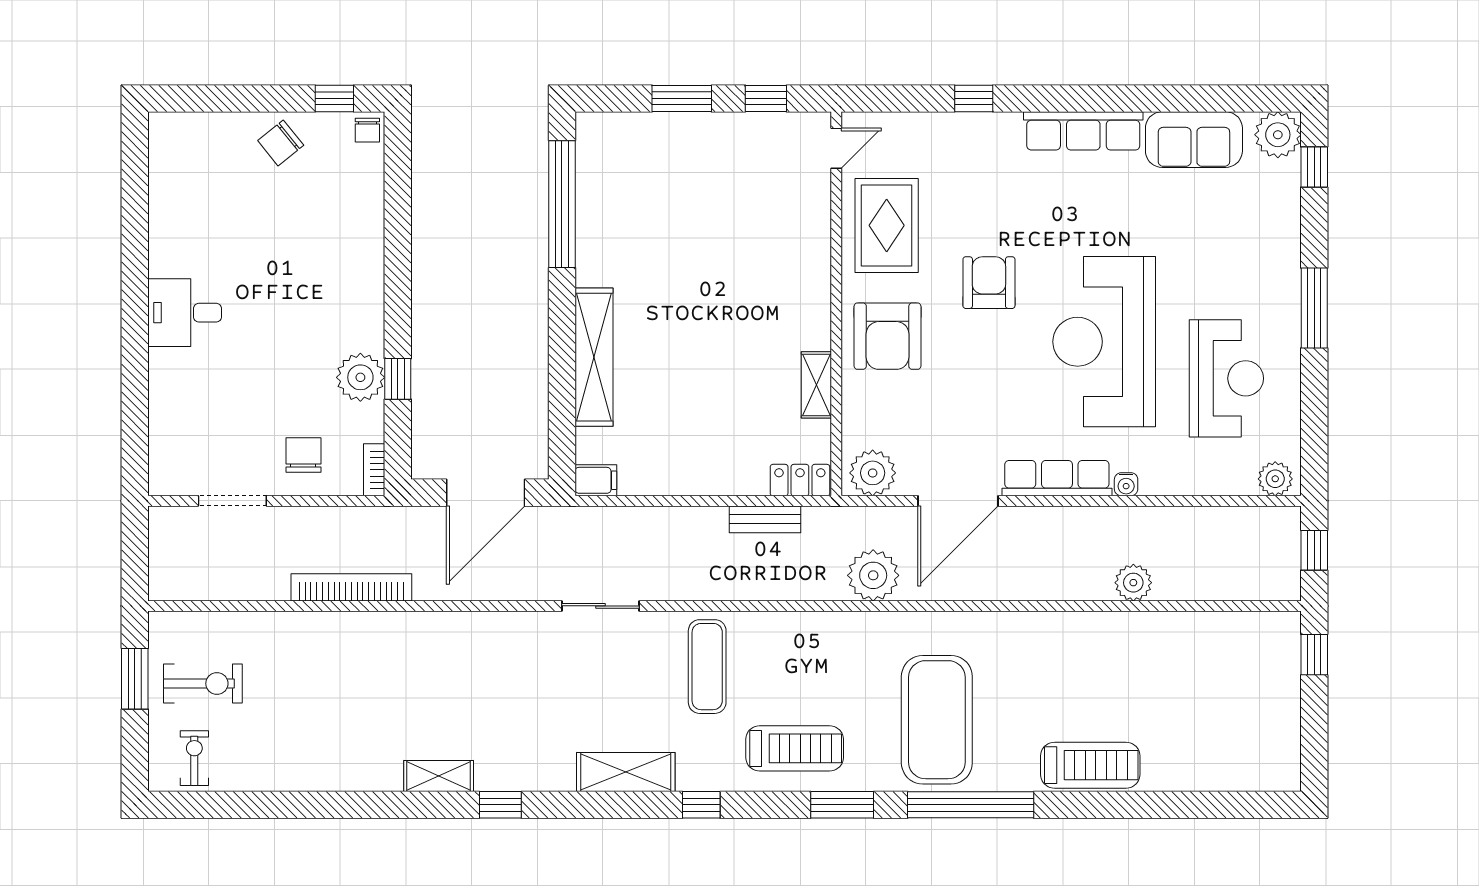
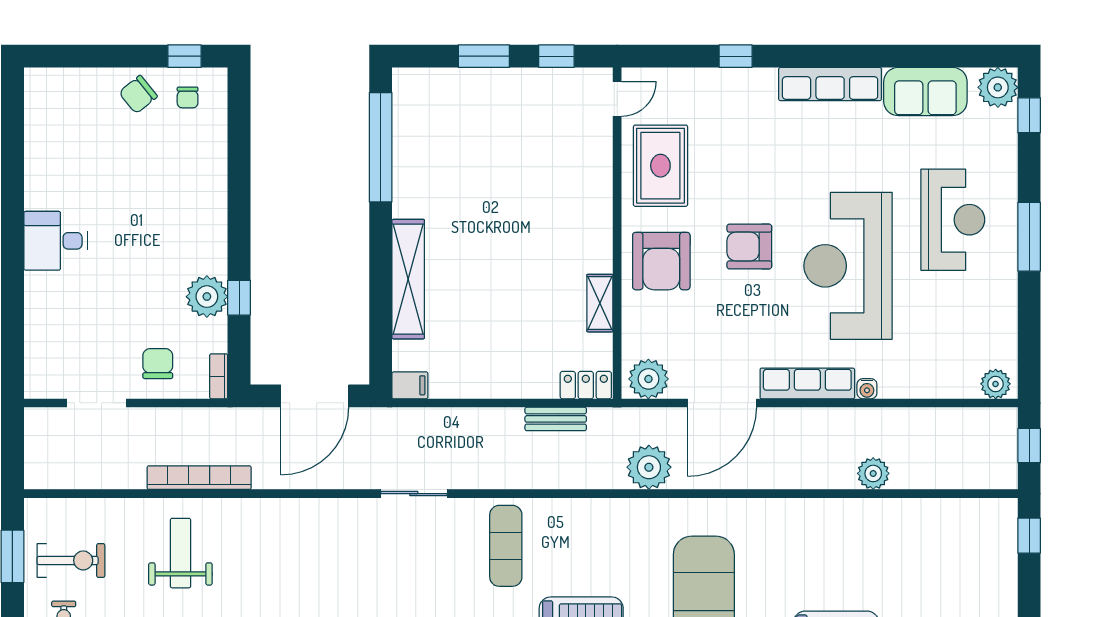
chair: (367, 130) -> (188, 97), moved
armchair: (989, 283) -> (749, 247), moved, turned -90
reception desk: (1226, 378) -> (953, 220), moved
weight bench: (330, 675) -> (180, 553), added

